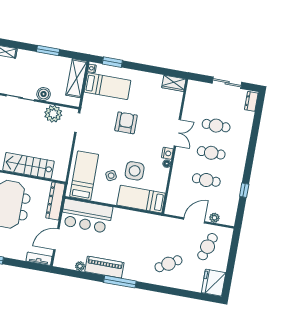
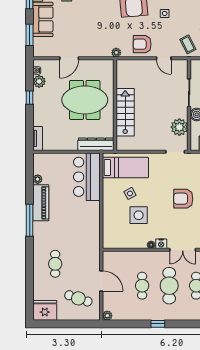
armchair: (126, 123) -> (183, 199), turned 180
cafe table: (211, 153) -> (169, 286), width x1.37, depth x1.35
window: (244, 190) -> (158, 324), moved
bed: (141, 199) -> (113, 226), removed
plant: (214, 218) -> (107, 316), moved
door: (56, 239) -> (59, 152), removed
cafe table: (168, 264) -> (55, 264), turned 31

